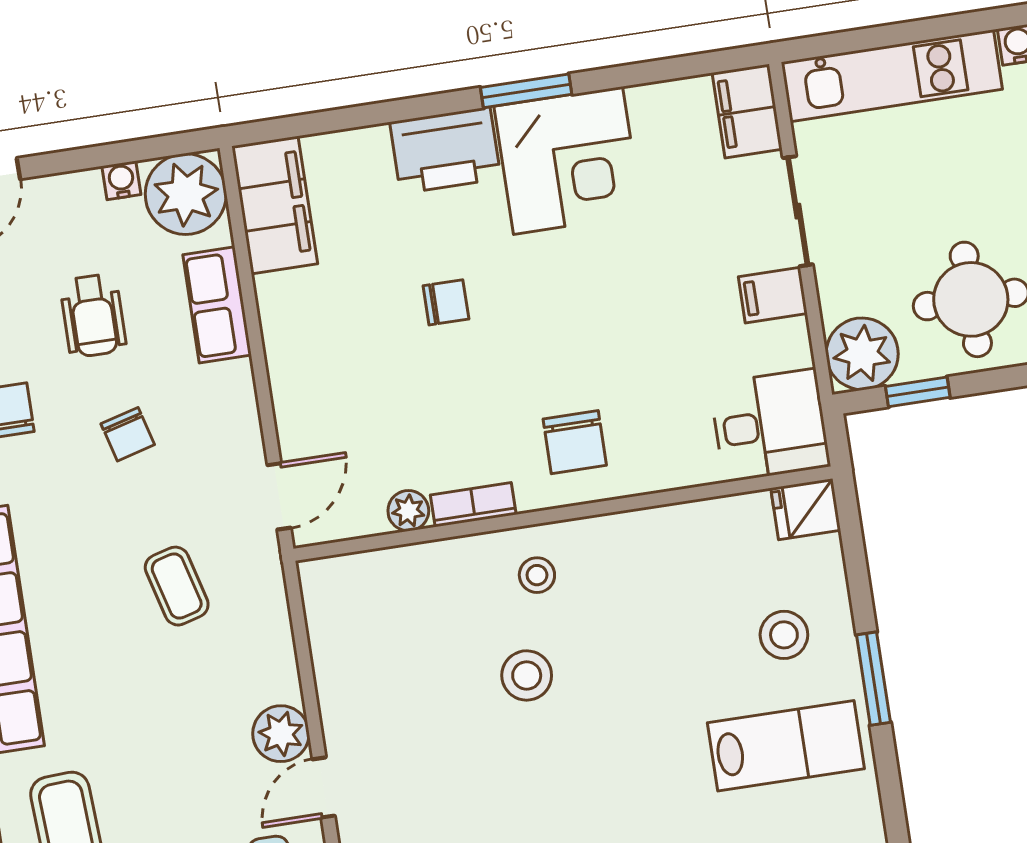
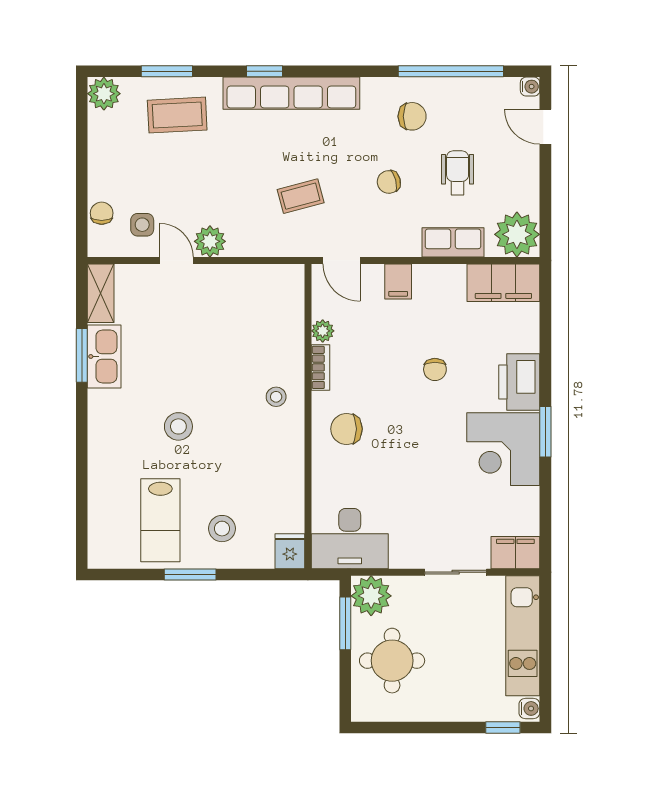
water cooler: (121, 180) -> (530, 200), removed
filing cabinet: (773, 295) -> (398, 281), moved, turned 180
wheelchair: (93, 316) -> (458, 173), turned 90
window: (918, 392) -> (345, 623), width x1.50
desk: (770, 425) -> (350, 539), width x1.37
stool: (527, 675) -> (178, 426), moved

